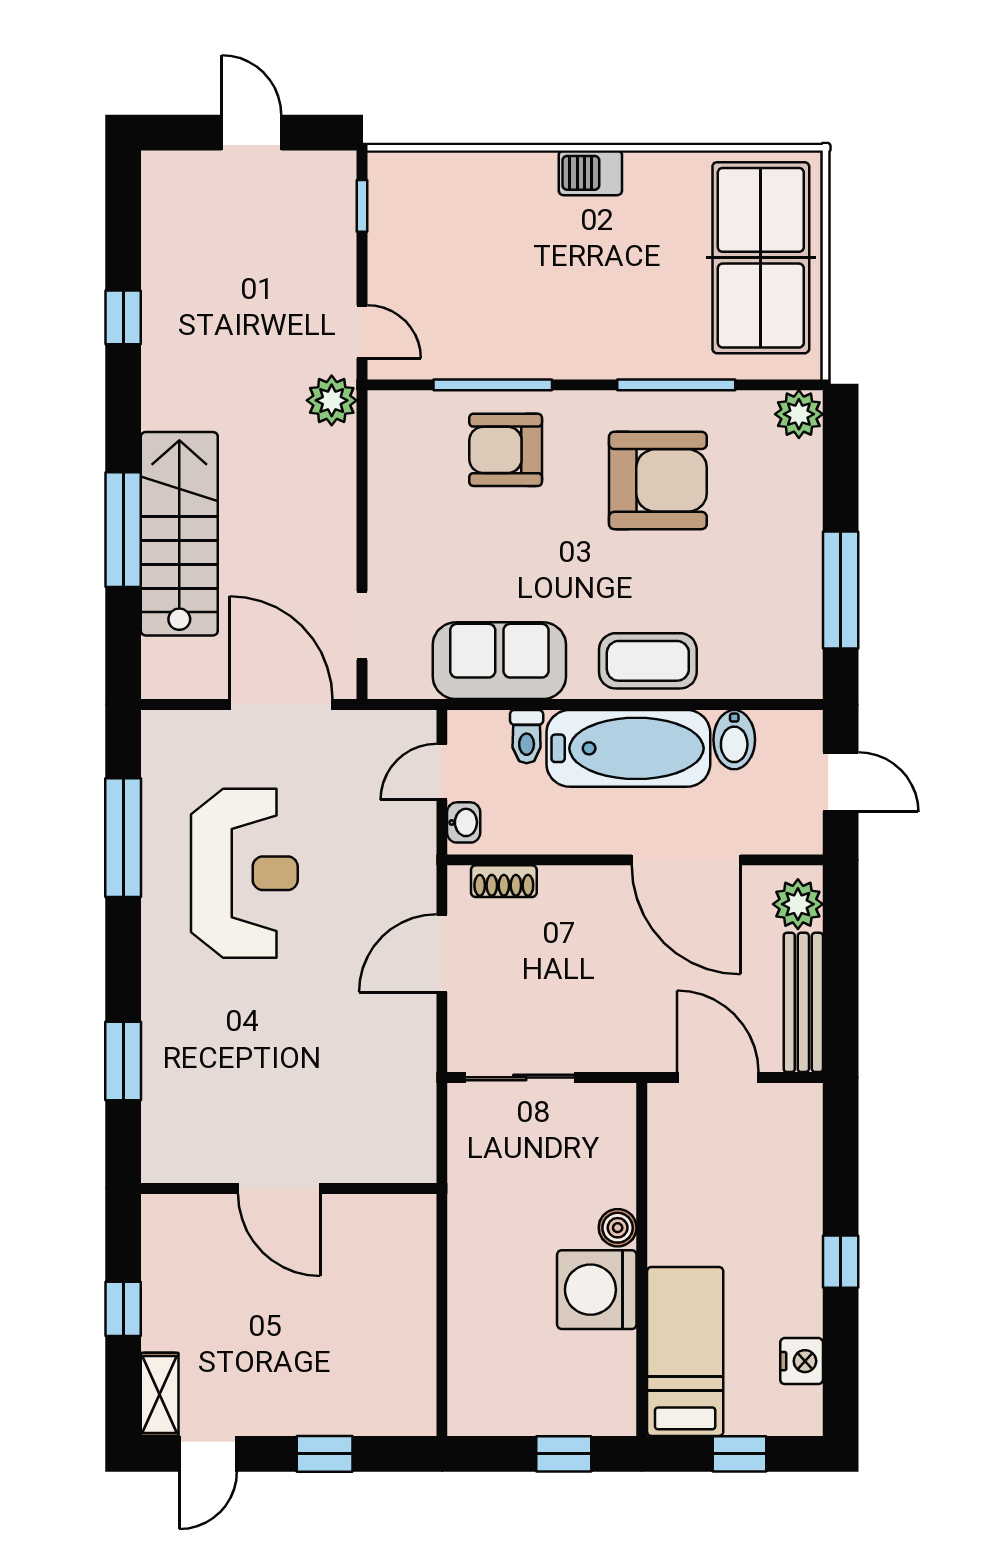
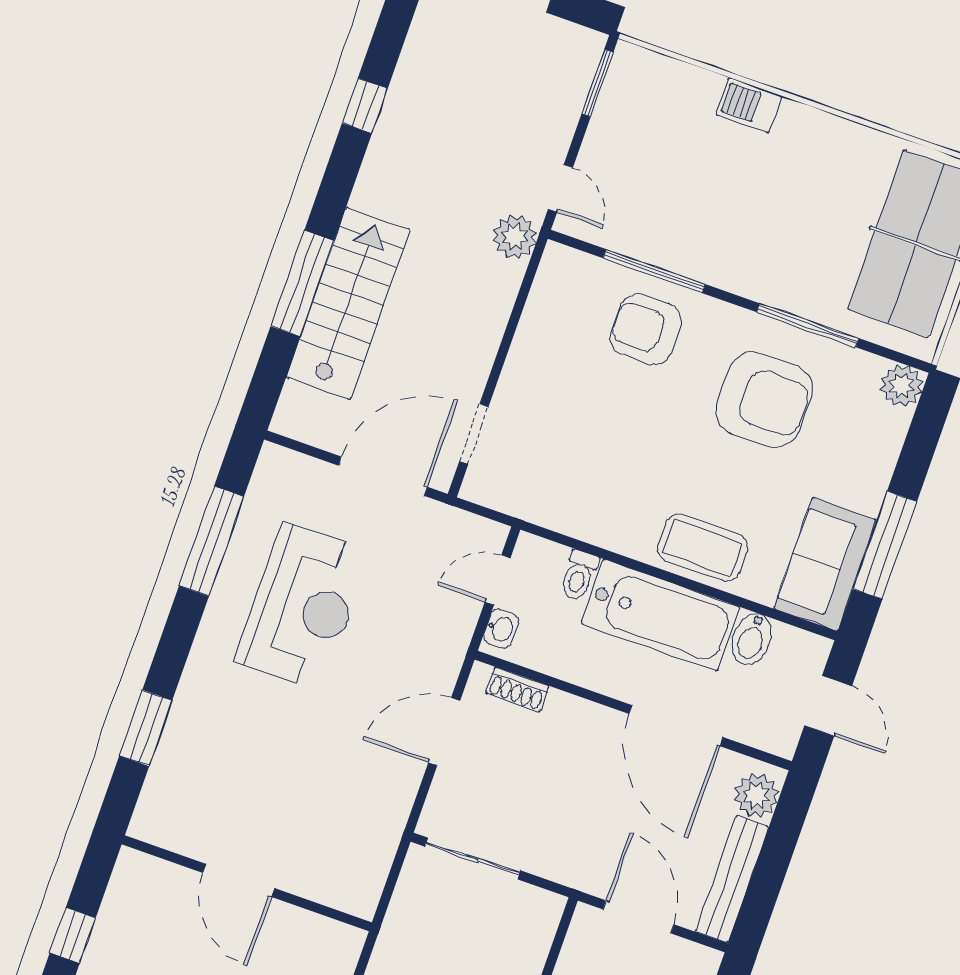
barbecue: (590, 173) -> (749, 105), moved
window: (362, 206) -> (598, 83), width x1.50
sofa: (499, 661) -> (825, 564), moved, turned -90
door: (281, 705) -> (383, 476), hinge flipped

